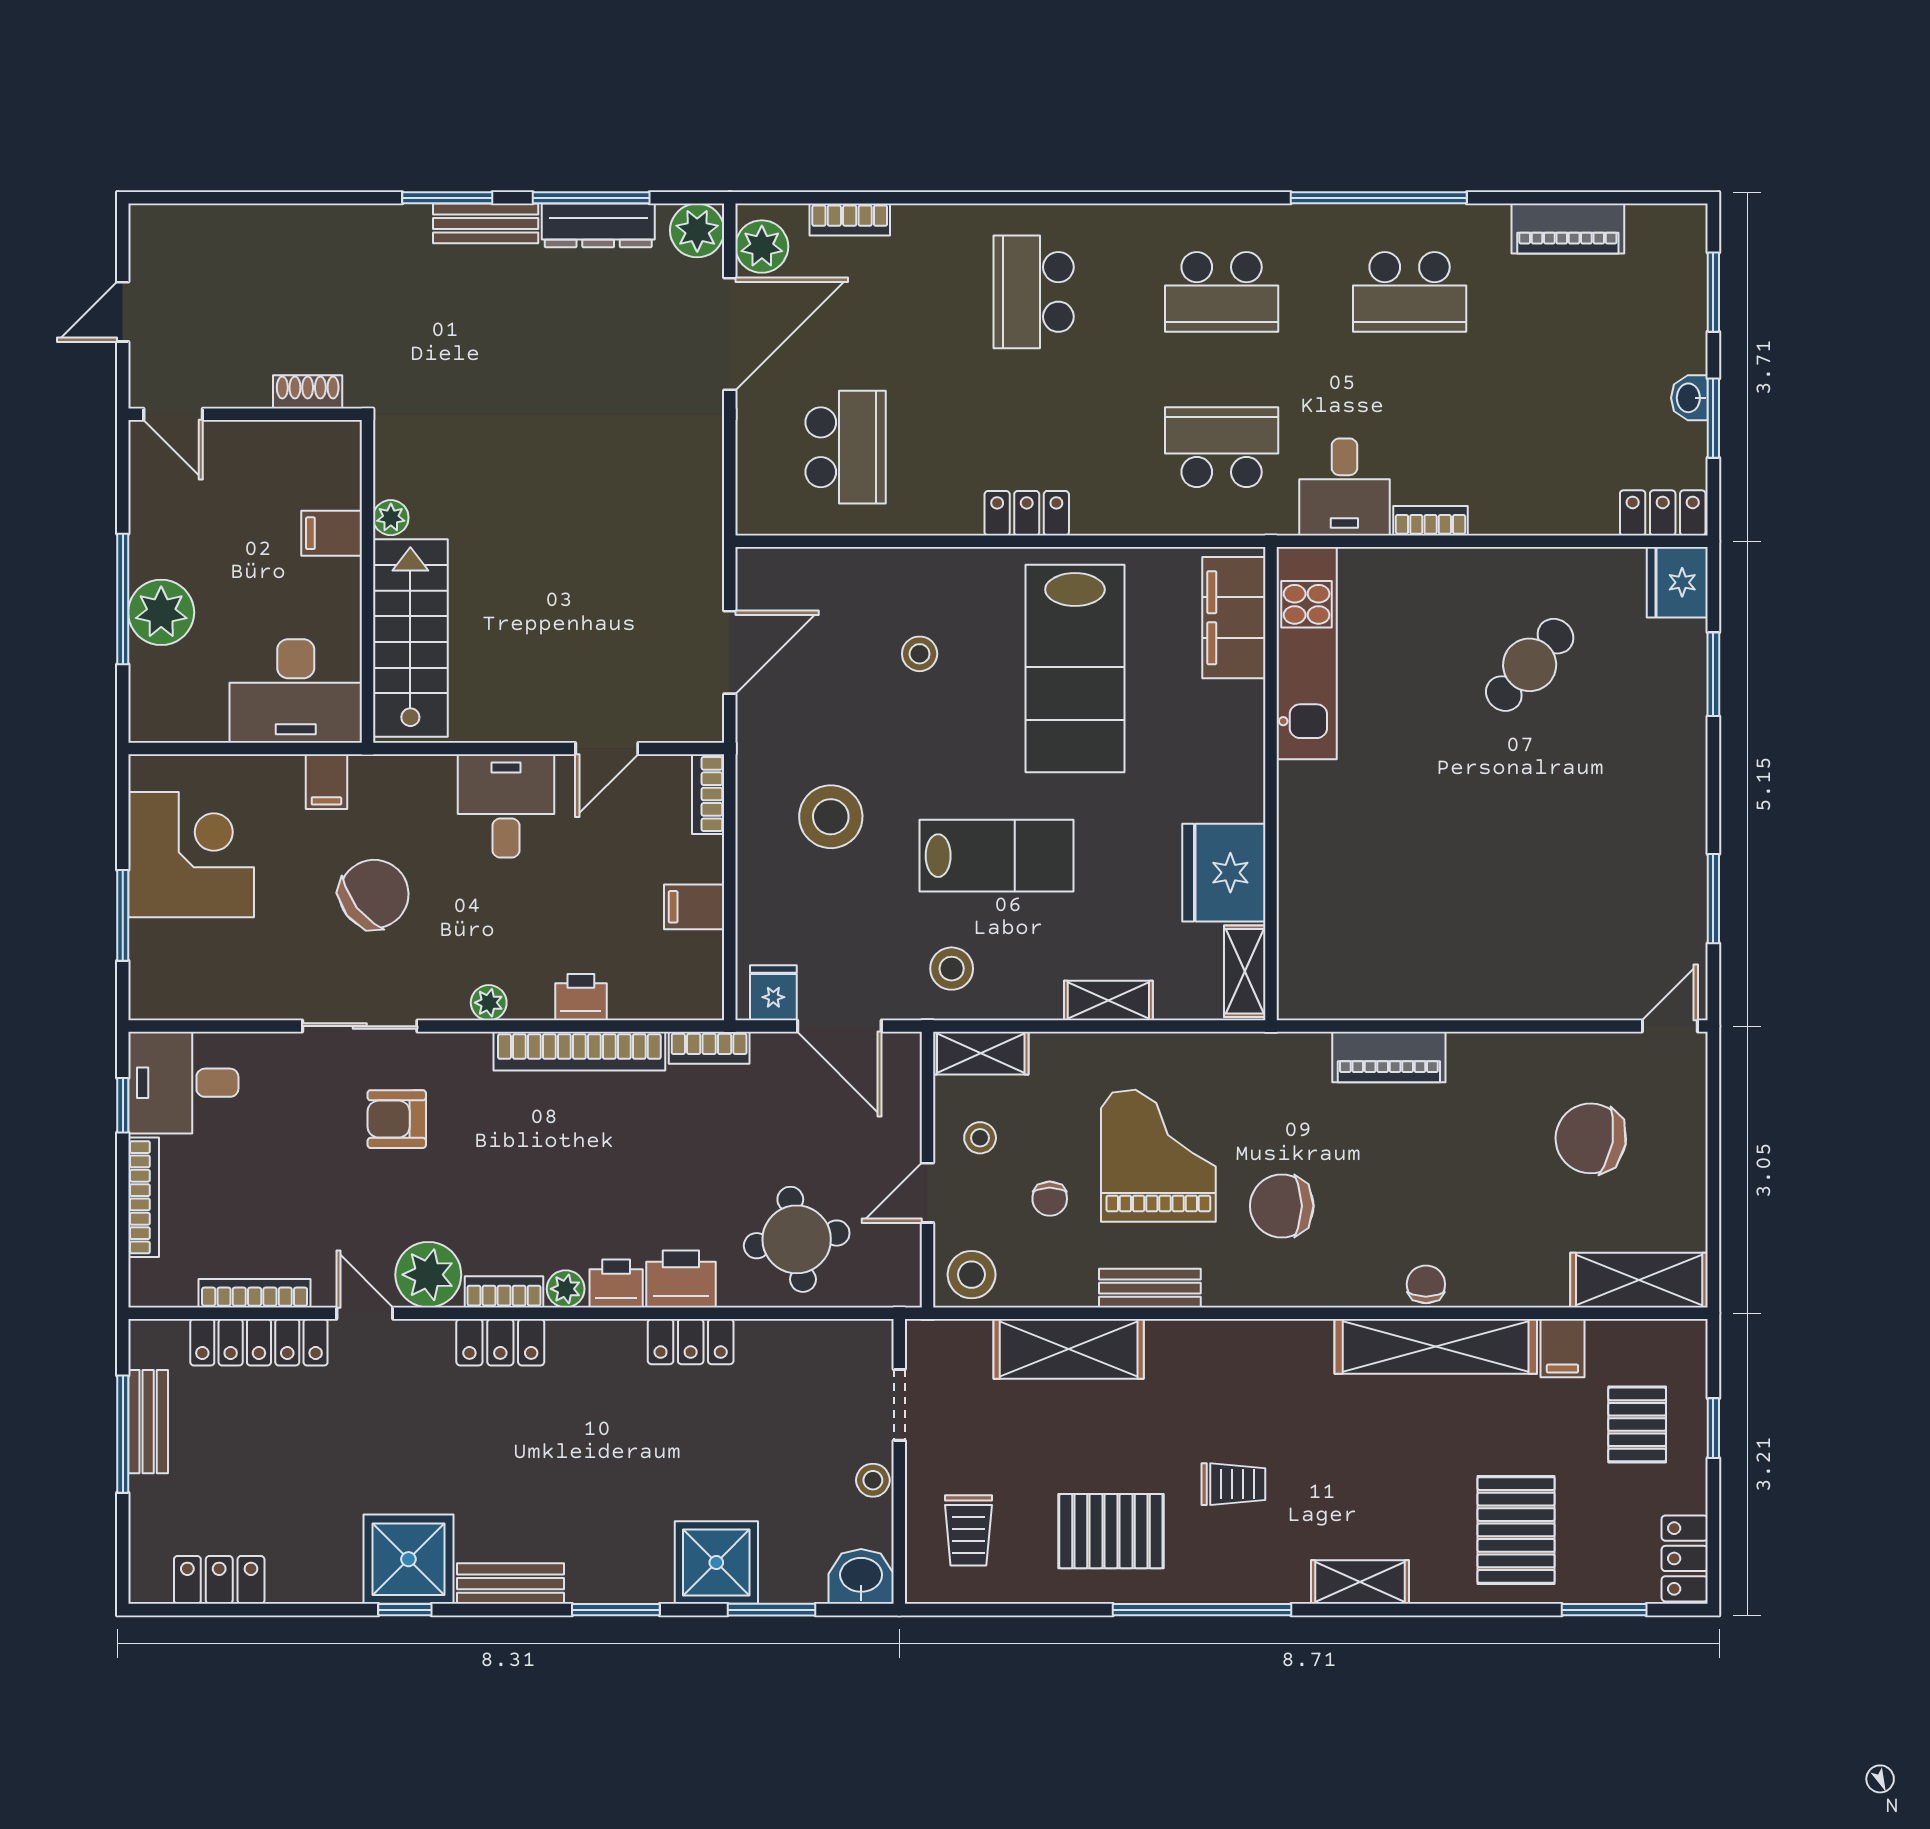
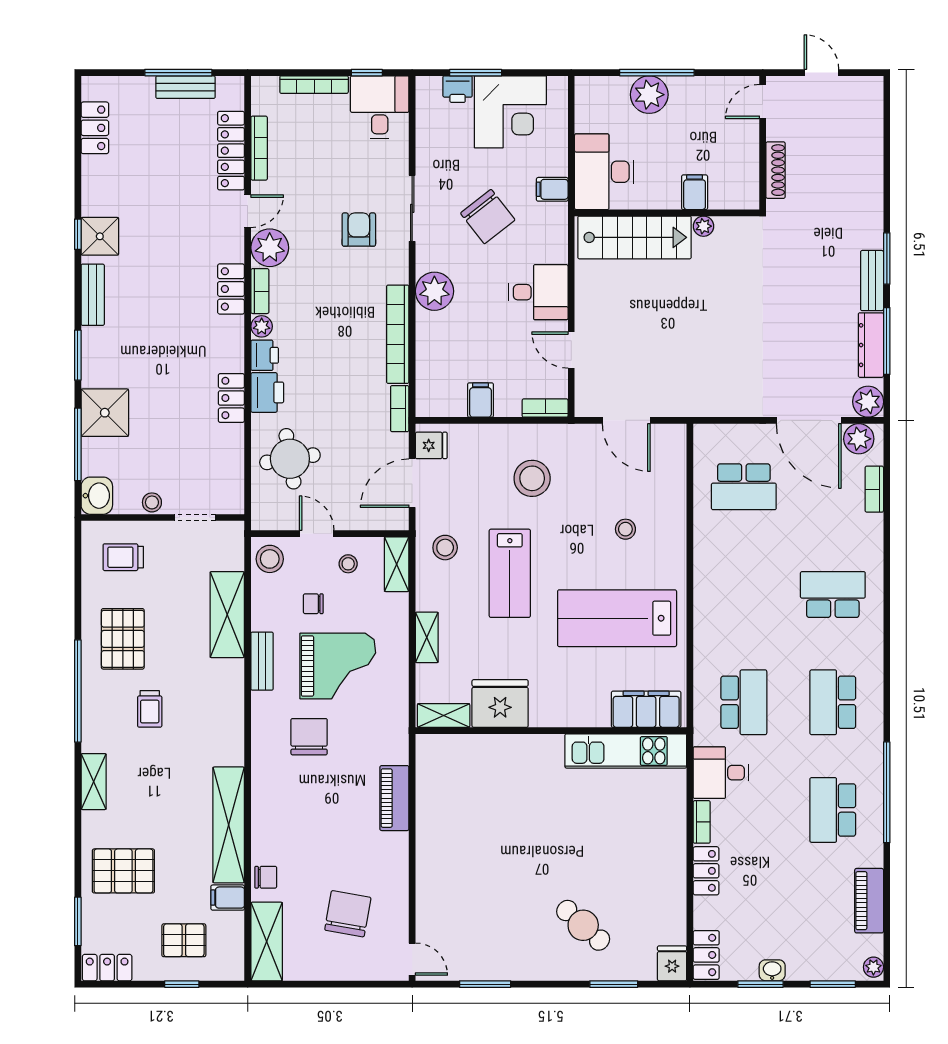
plant: (1684, 221) -> (873, 967), added
shoe rack: (308, 392) -> (776, 170), width x1.43
locker: (1027, 513) -> (706, 871), moved
fridge: (1677, 582) -> (672, 963), width x0.72
cafe table: (1530, 665) -> (583, 925), moved
printer: (581, 997) -> (458, 89), moved, turned 90
plant: (489, 1003) -> (434, 291), width x1.88, depth x1.88
chair: (1426, 1284) -> (266, 877), moved
shower: (408, 1559) -> (100, 236), width x0.73, depth x0.73
window: (771, 1610) -> (78, 444), width x1.44

